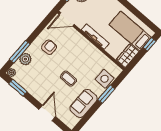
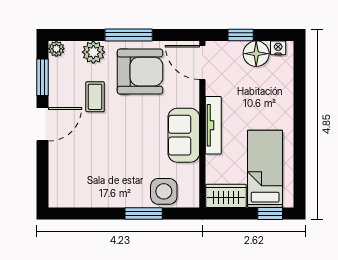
armchair: (49, 47) -> (140, 72), width x1.88, depth x1.88
window: (20, 52) -> (129, 35), moved
coffee table: (68, 79) -> (95, 97), moved
sofa: (84, 103) -> (184, 135), moved, turned -90
door: (47, 113) -> (43, 124), moved

